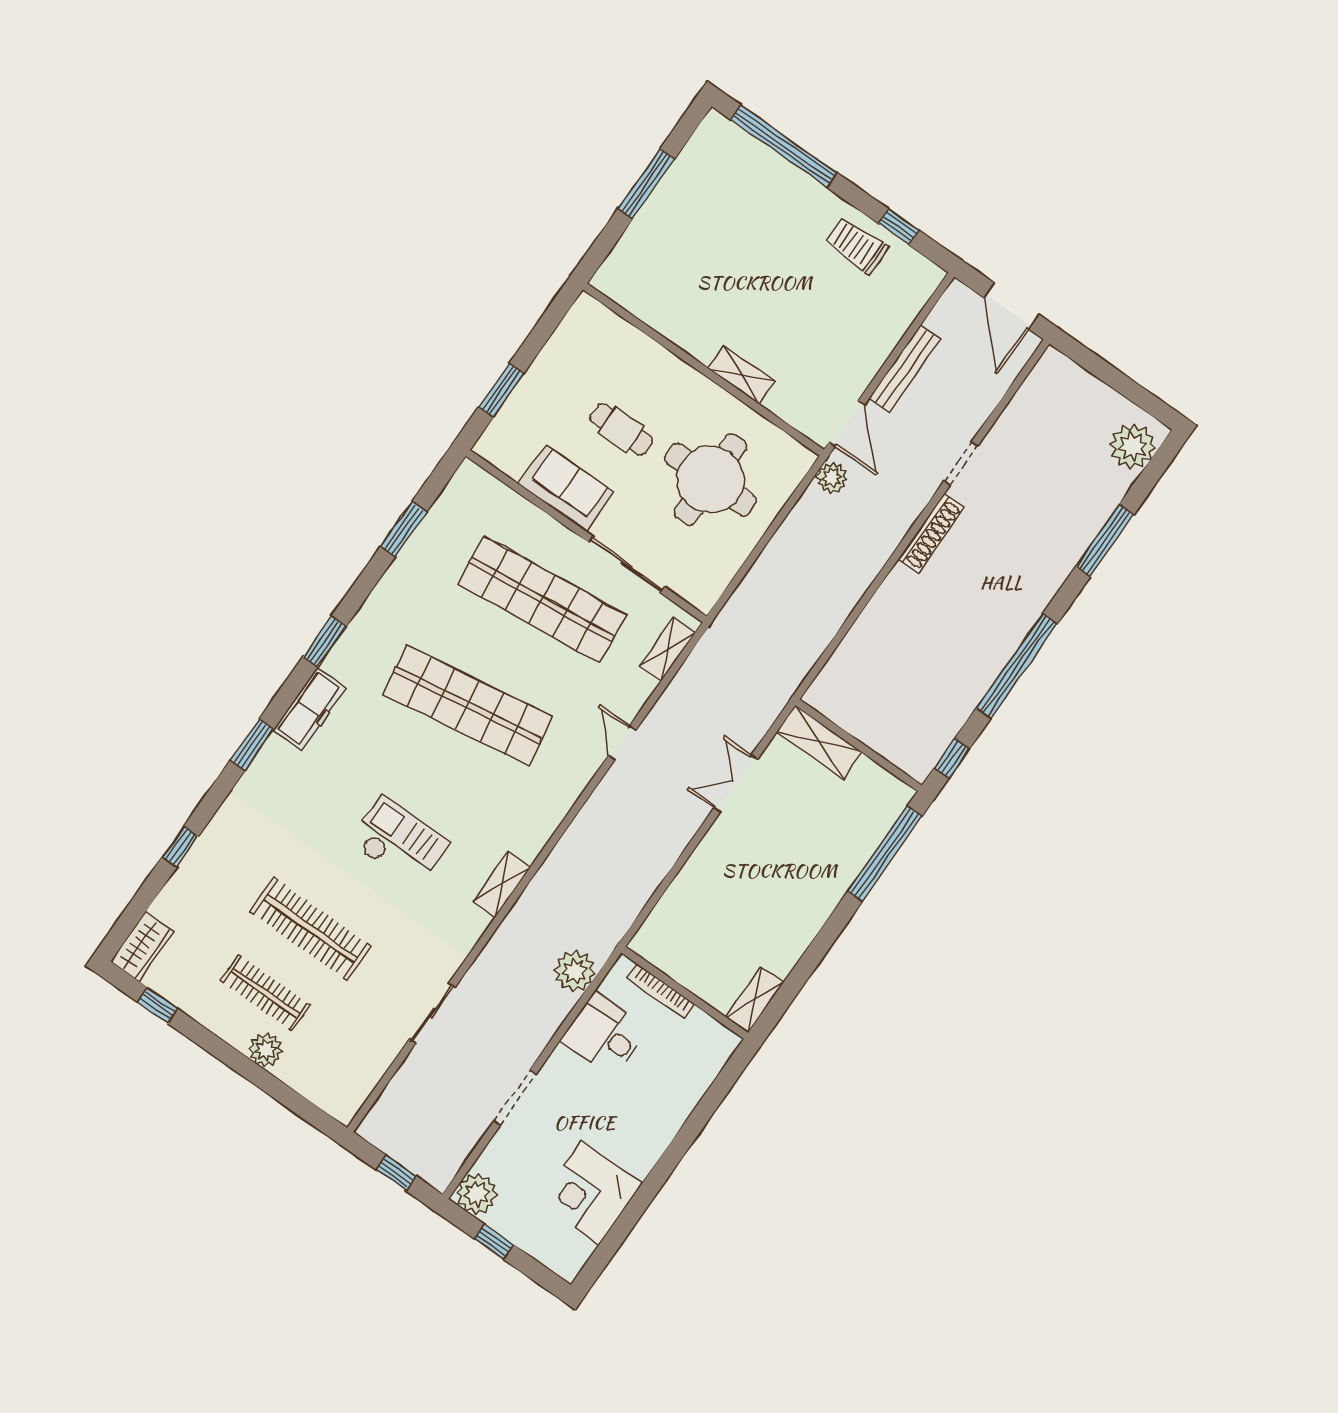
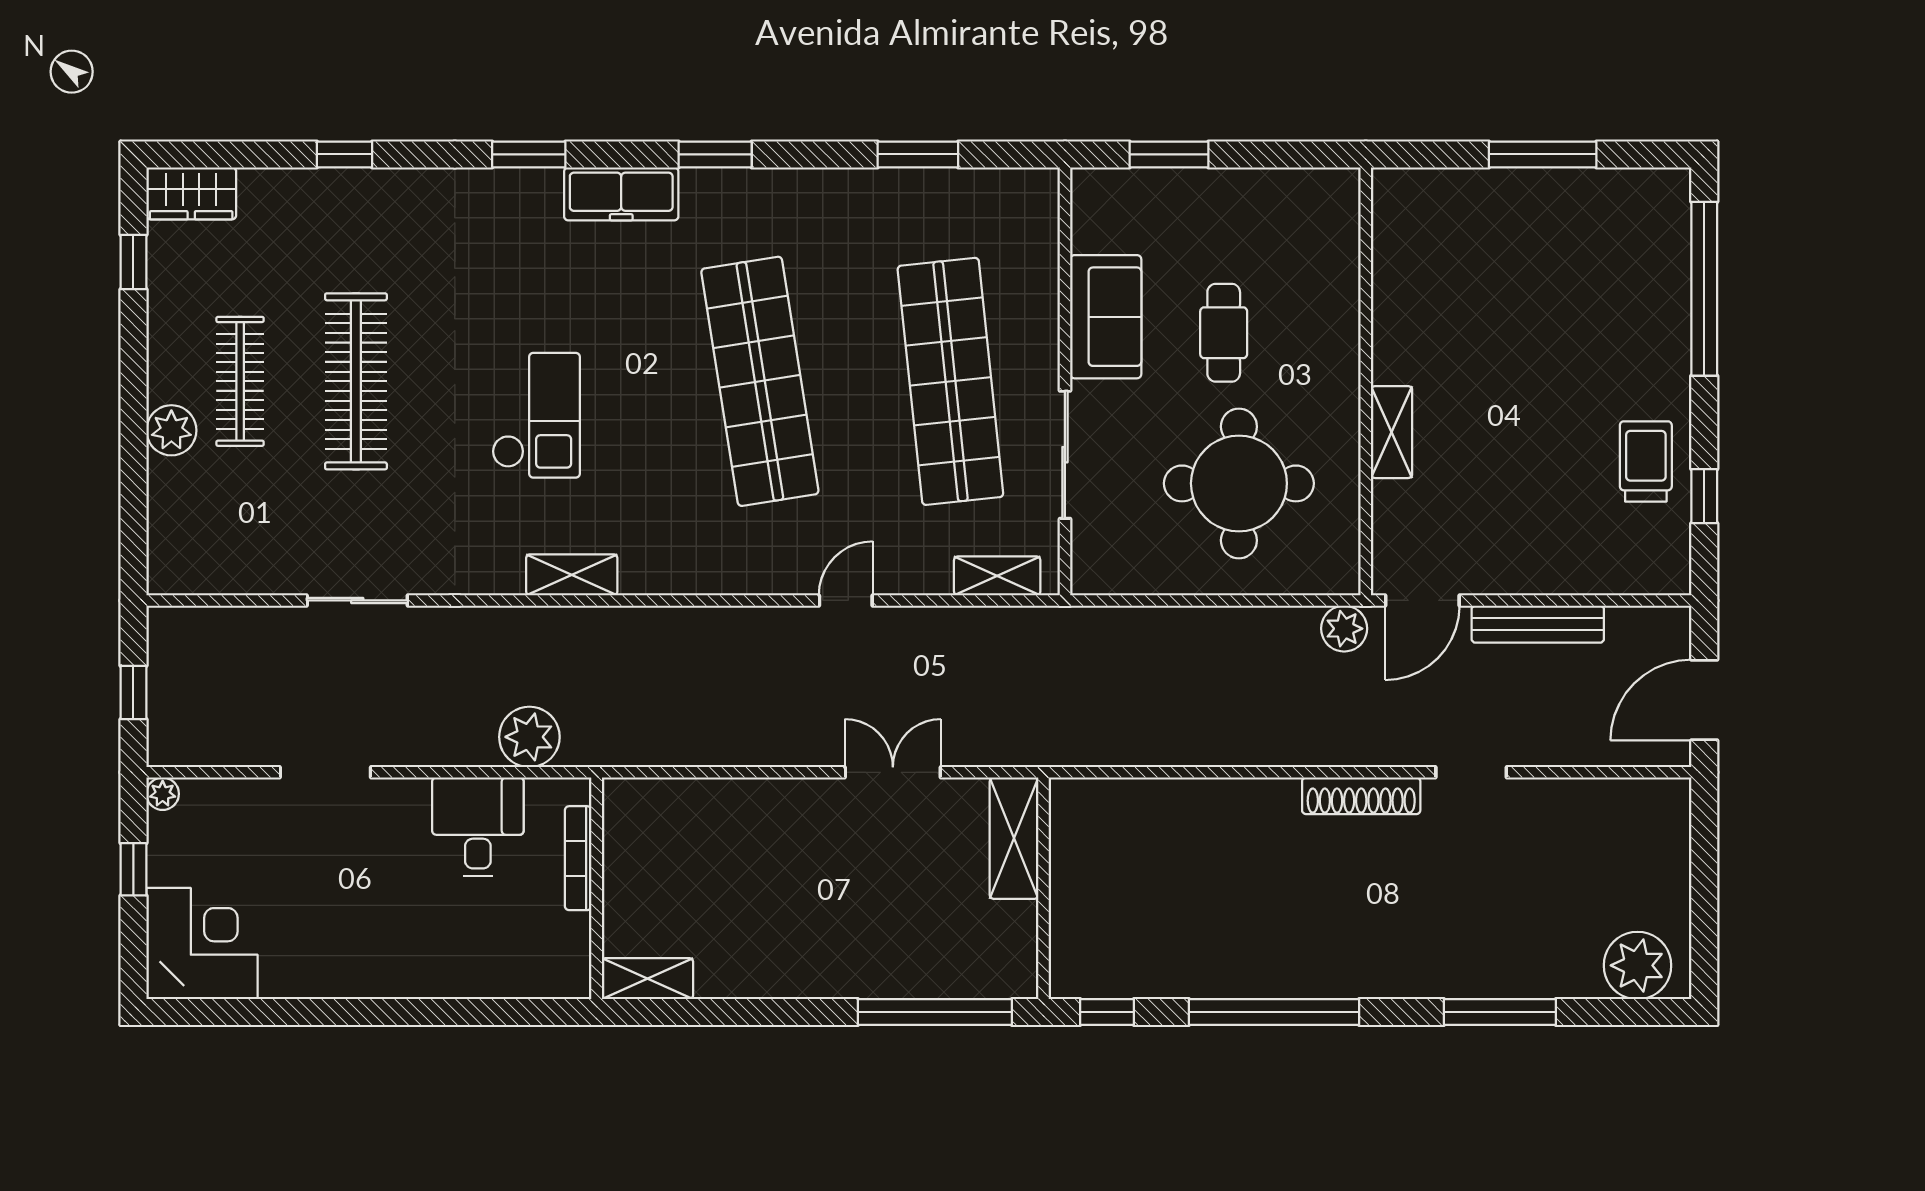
corner desk: (590, 1193) -> (202, 944), moved, turned 90
plant: (477, 1194) -> (163, 794), width x0.53, depth x0.53

